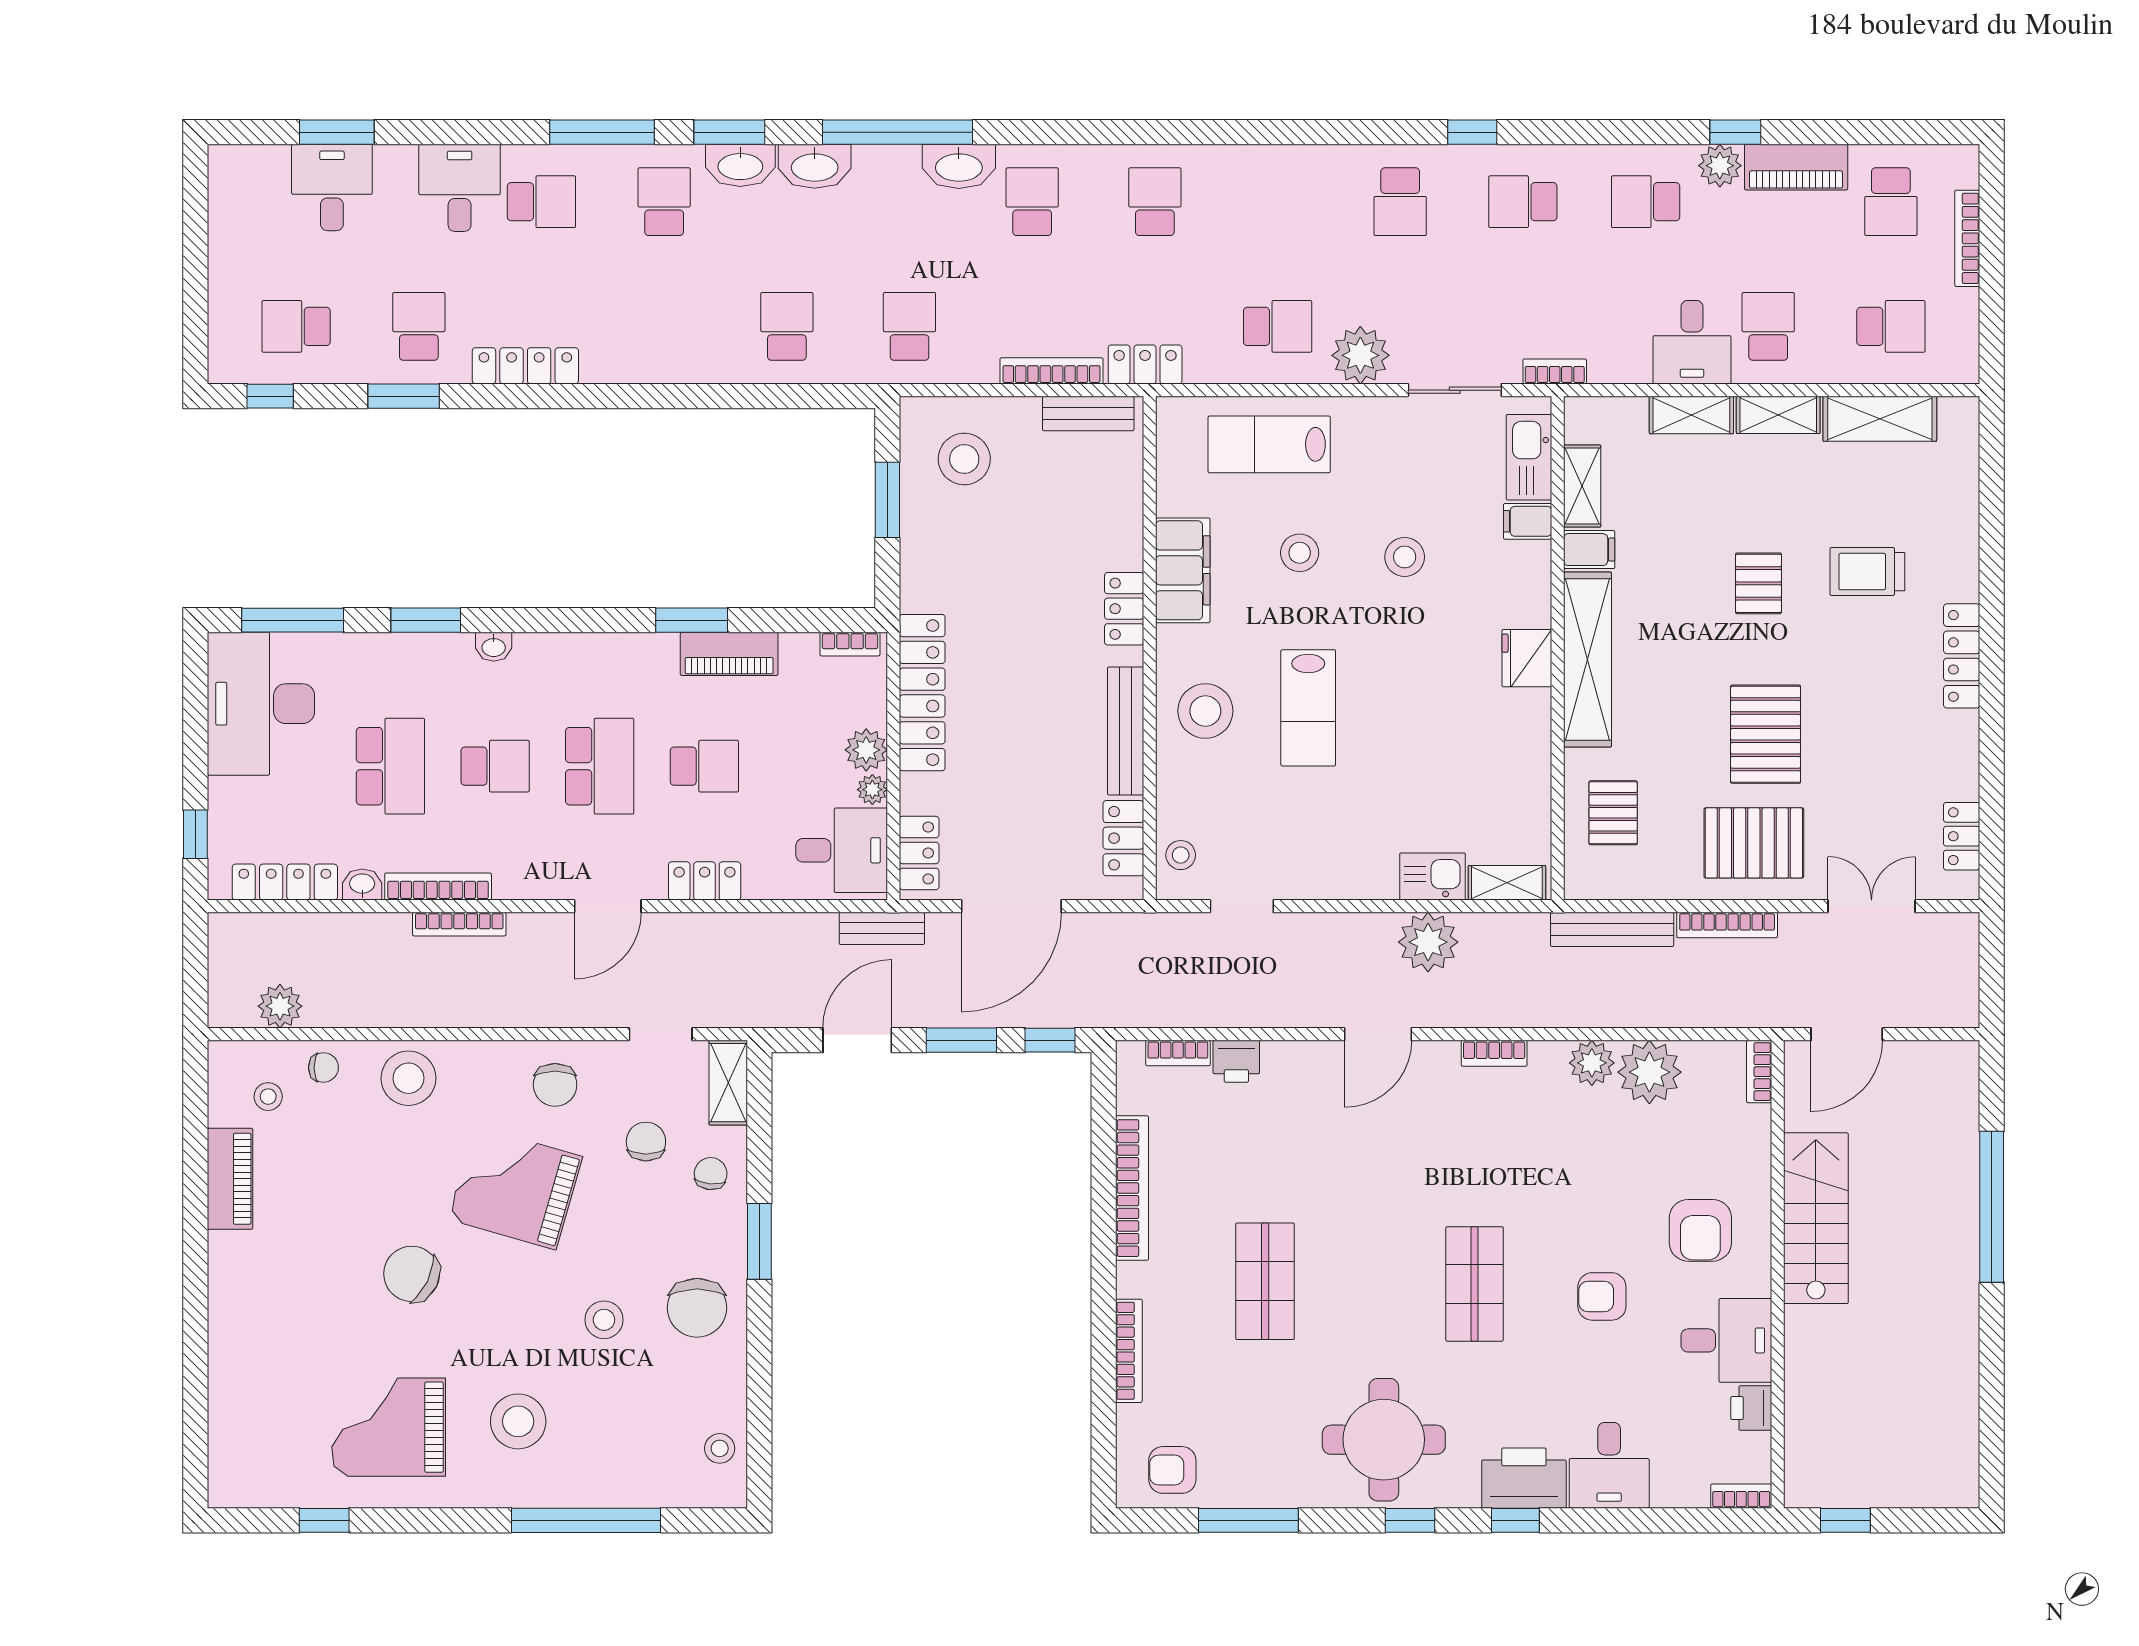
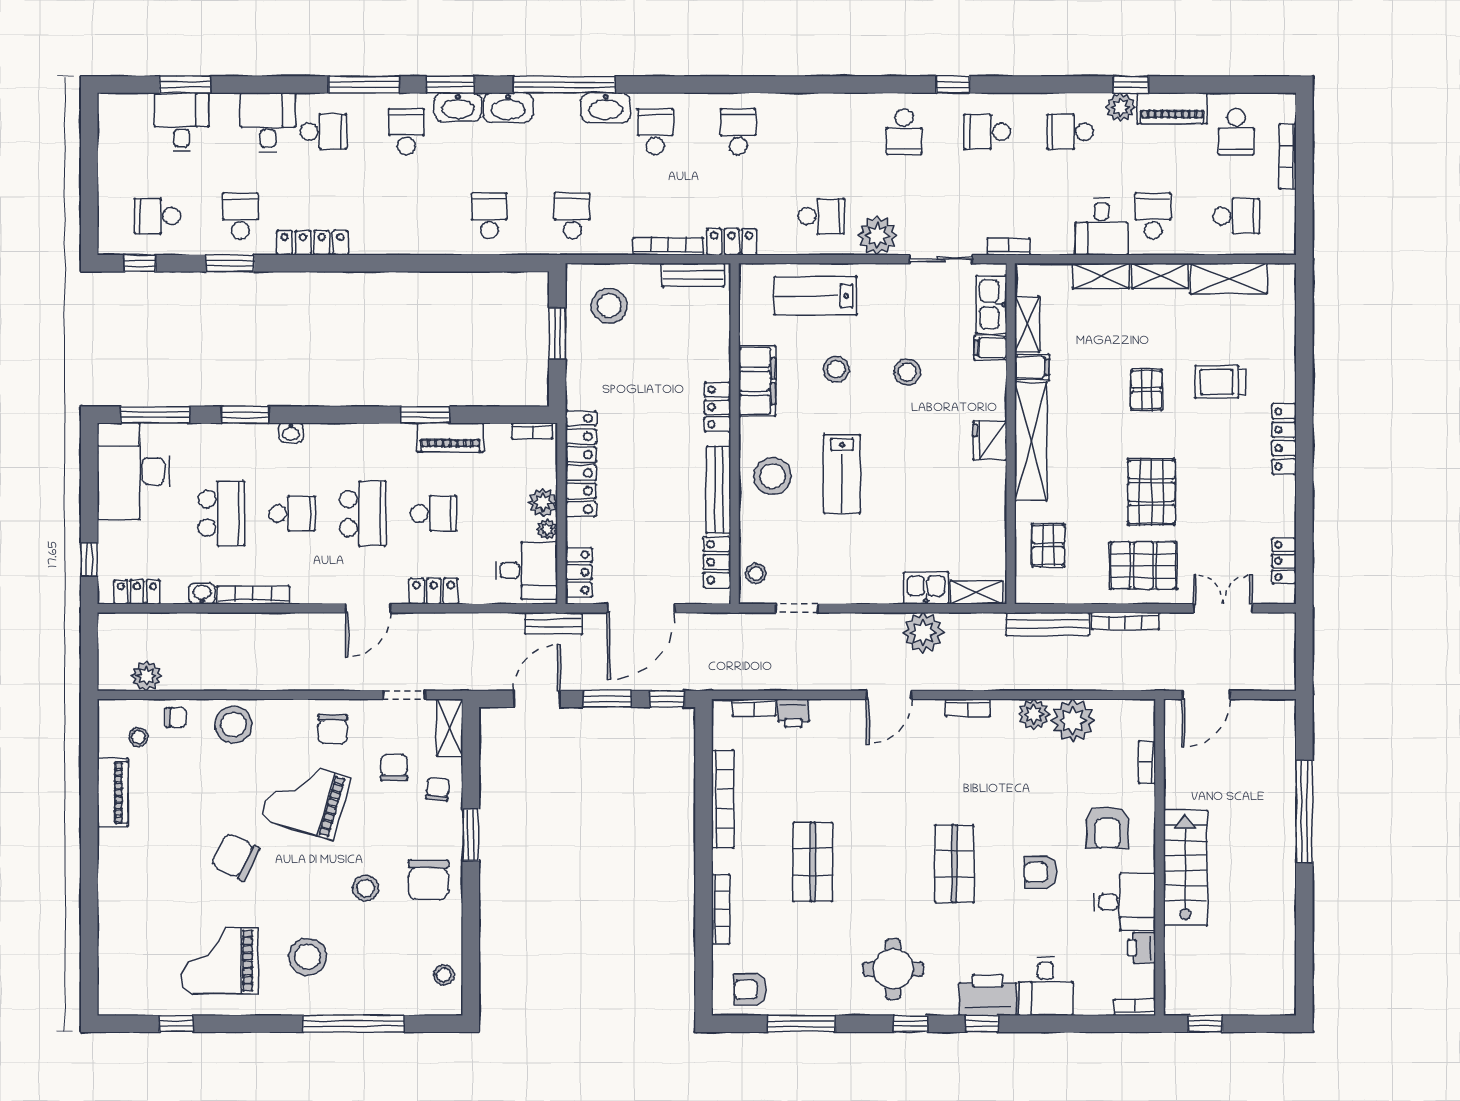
locker: (285, 882) -> (137, 592), width x0.66
bookcase: (459, 924) -> (268, 620), removed
bookcase: (1759, 1072) -> (1147, 762), moved
stairs: (1816, 1218) -> (1185, 868), moved
round table: (1384, 1440) -> (893, 969), width x0.73, depth x0.73

